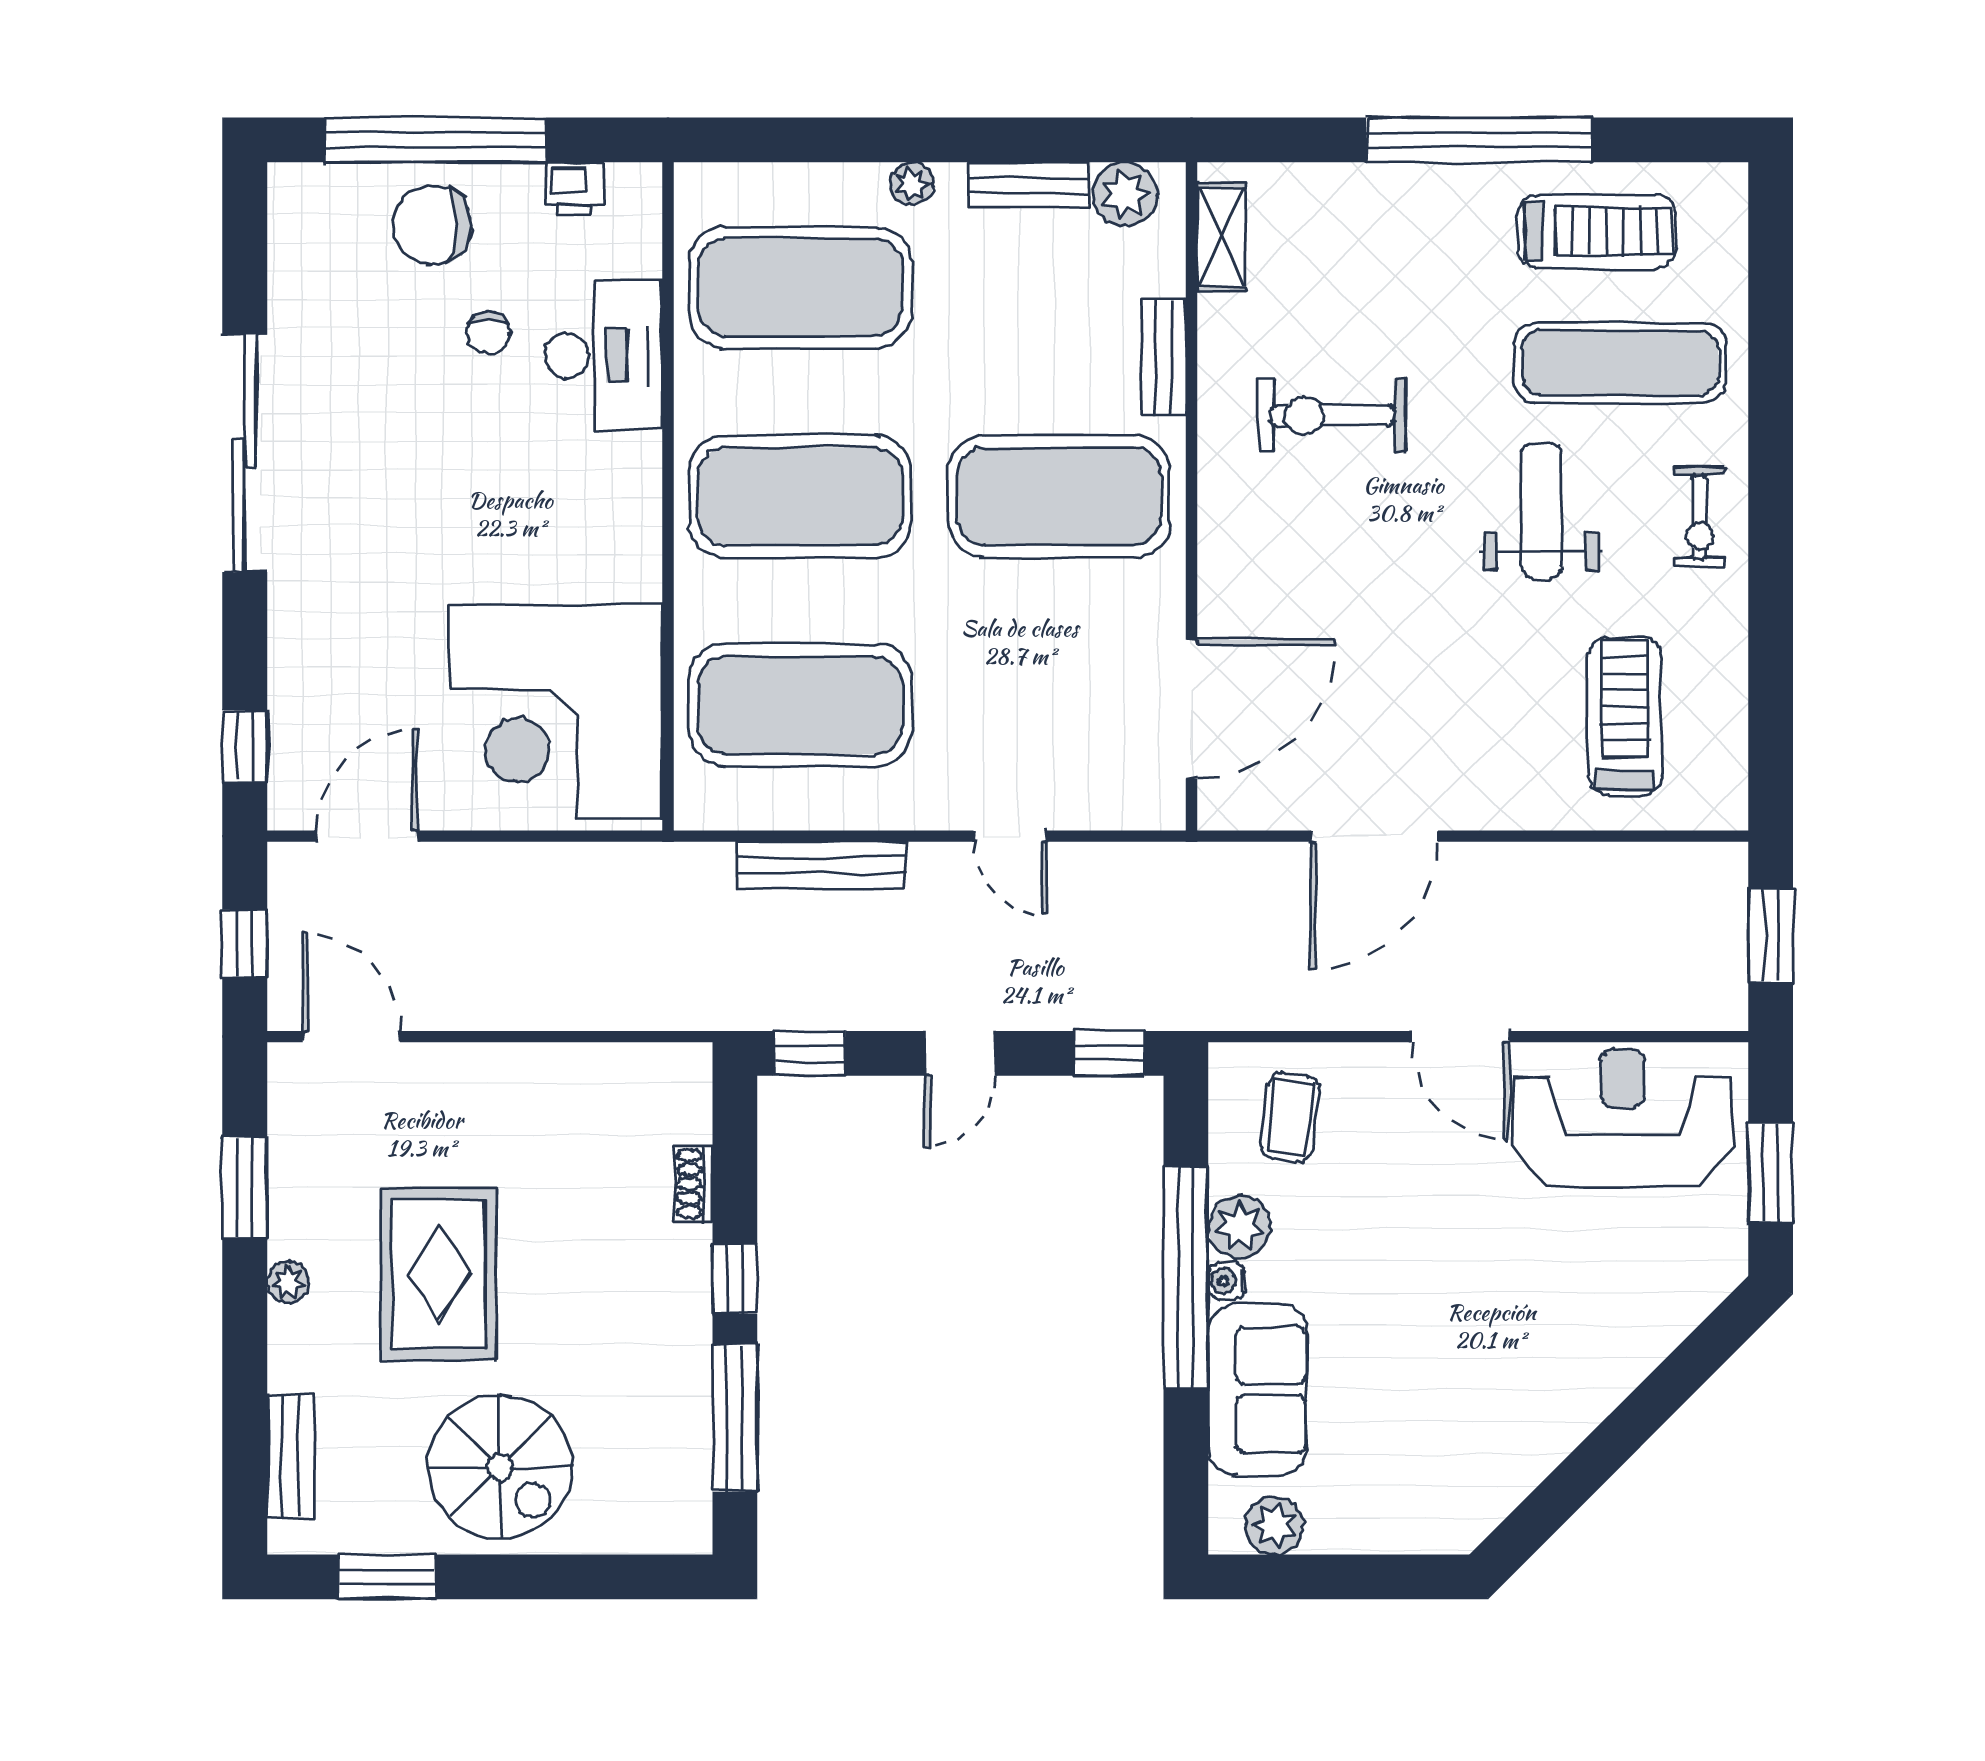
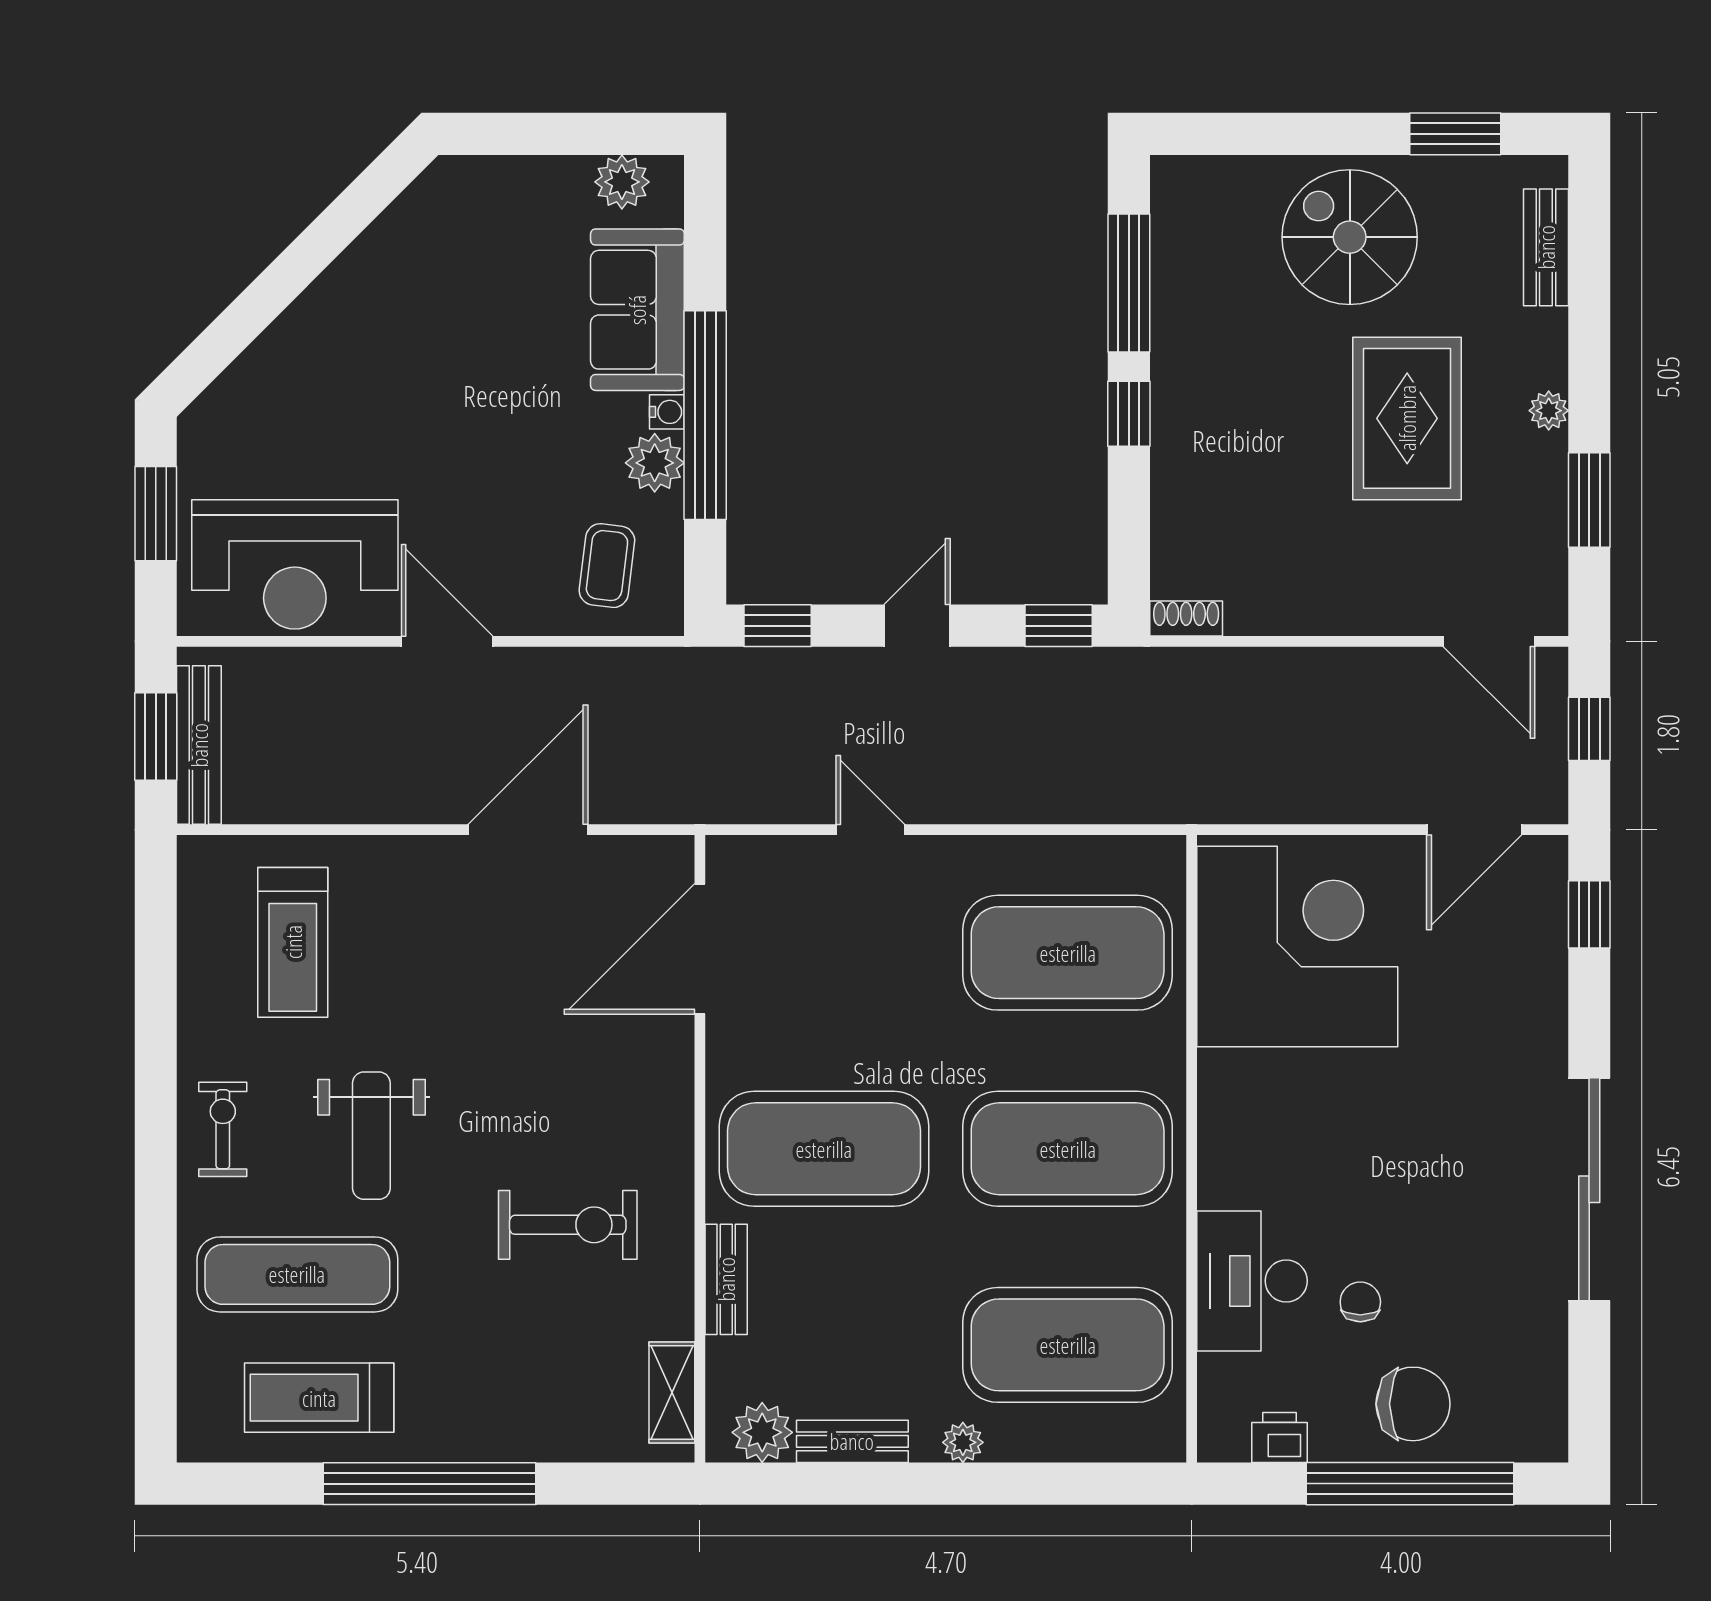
bench: (822, 865) -> (199, 745), moved, turned 90
shoe rack: (694, 1184) -> (1186, 618), moved, turned -90

